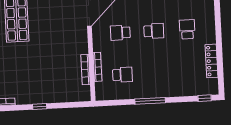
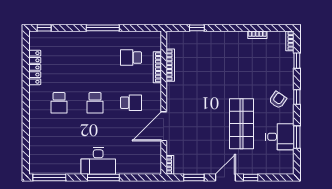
school desk: (154, 31) -> (95, 103), turned -90
window: (40, 106) -> (197, 28), moved

